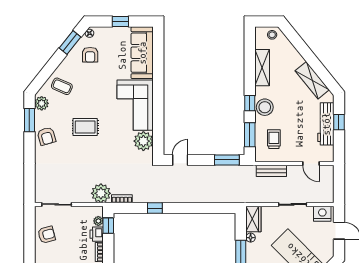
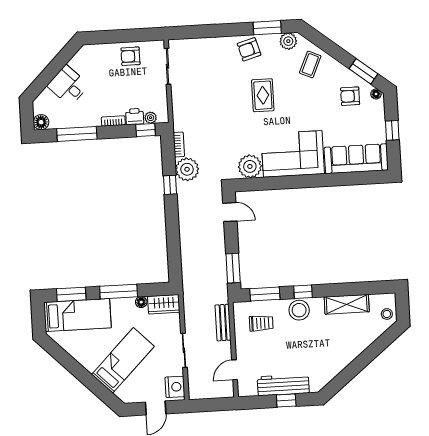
shelving: (312, 80) -> (335, 365), removed
plant: (101, 193) -> (187, 169), moved
armchair: (47, 235) -> (130, 56), turned 105

